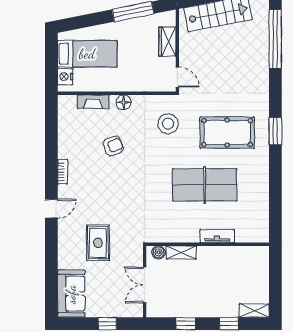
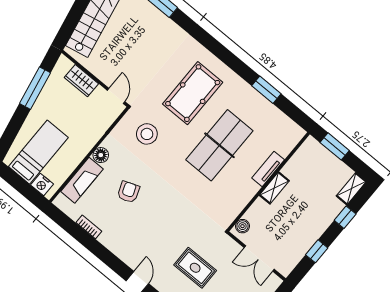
door: (177, 77) -> (116, 96), hinge flipped
fireplace: (93, 102) -> (82, 180), width x1.37, depth x1.32
window: (275, 131) -> (266, 90), moved
bookcase: (62, 172) -> (89, 227), moved
shelving: (181, 252) -> (274, 188), moved
window: (275, 272) -> (335, 146), added

